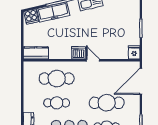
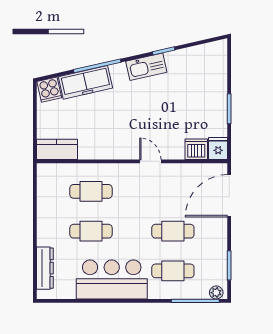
dishwasher: (78, 53) -> (196, 149), moved
cafe table: (57, 79) -> (91, 191), width x0.73, depth x0.74
cafe table: (107, 103) -> (173, 231), width x0.73, depth x0.74

